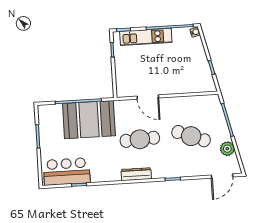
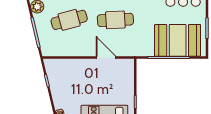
booth: (89, 120) -> (178, 40), moved
cafe table: (191, 136) -> (69, 20), turned -36

